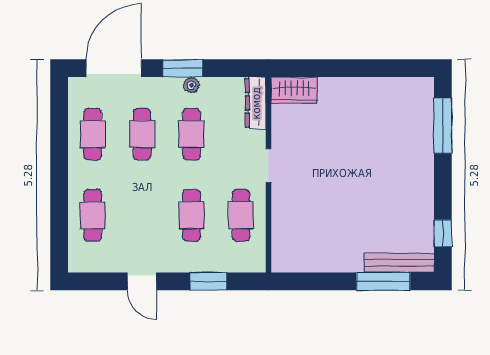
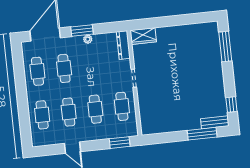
cafe table: (192, 134) -> (69, 112), moved
bench: (399, 263) -> (215, 122), width x0.73
window: (208, 281) -> (120, 143), moved

